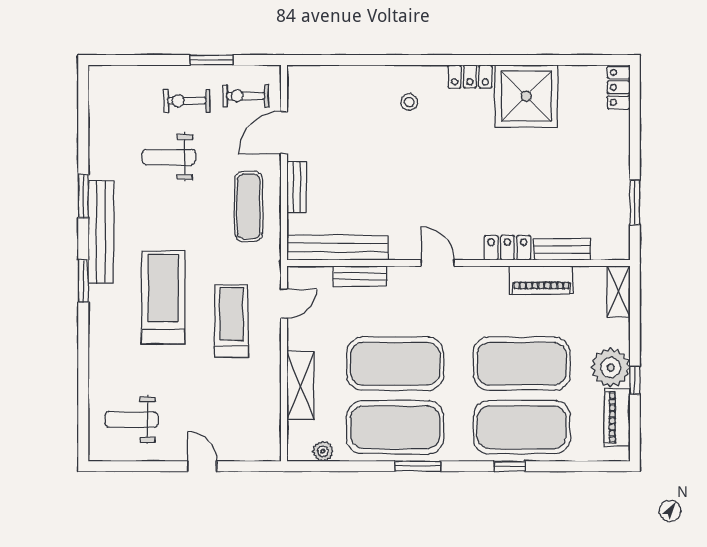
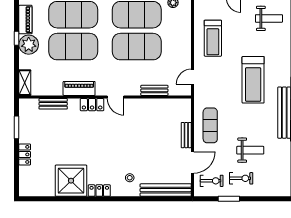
locker: (619, 87) -> (25, 154), moved
bench: (338, 248) -> (166, 190), moved
locker: (507, 248) -> (92, 105), moved
piano: (541, 280) -> (79, 88), moved
treadmill: (231, 321) -> (213, 38), moved
shelving: (300, 386) -> (184, 36), removed

